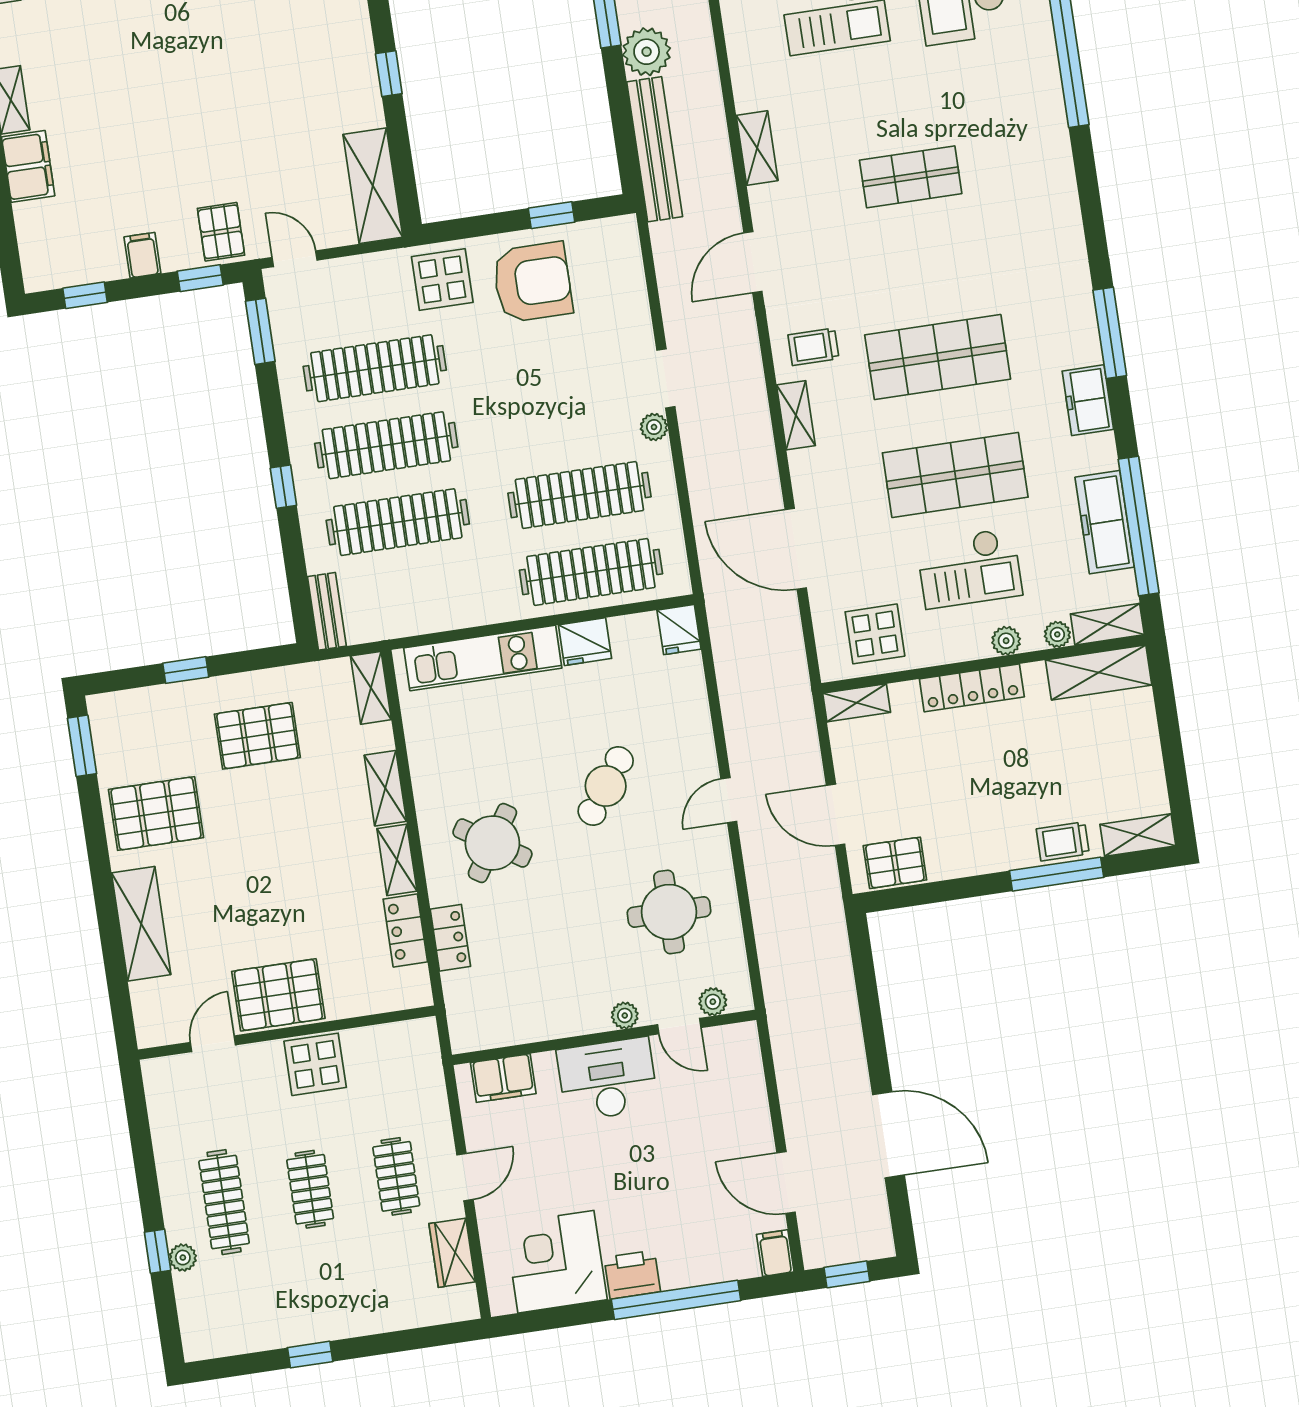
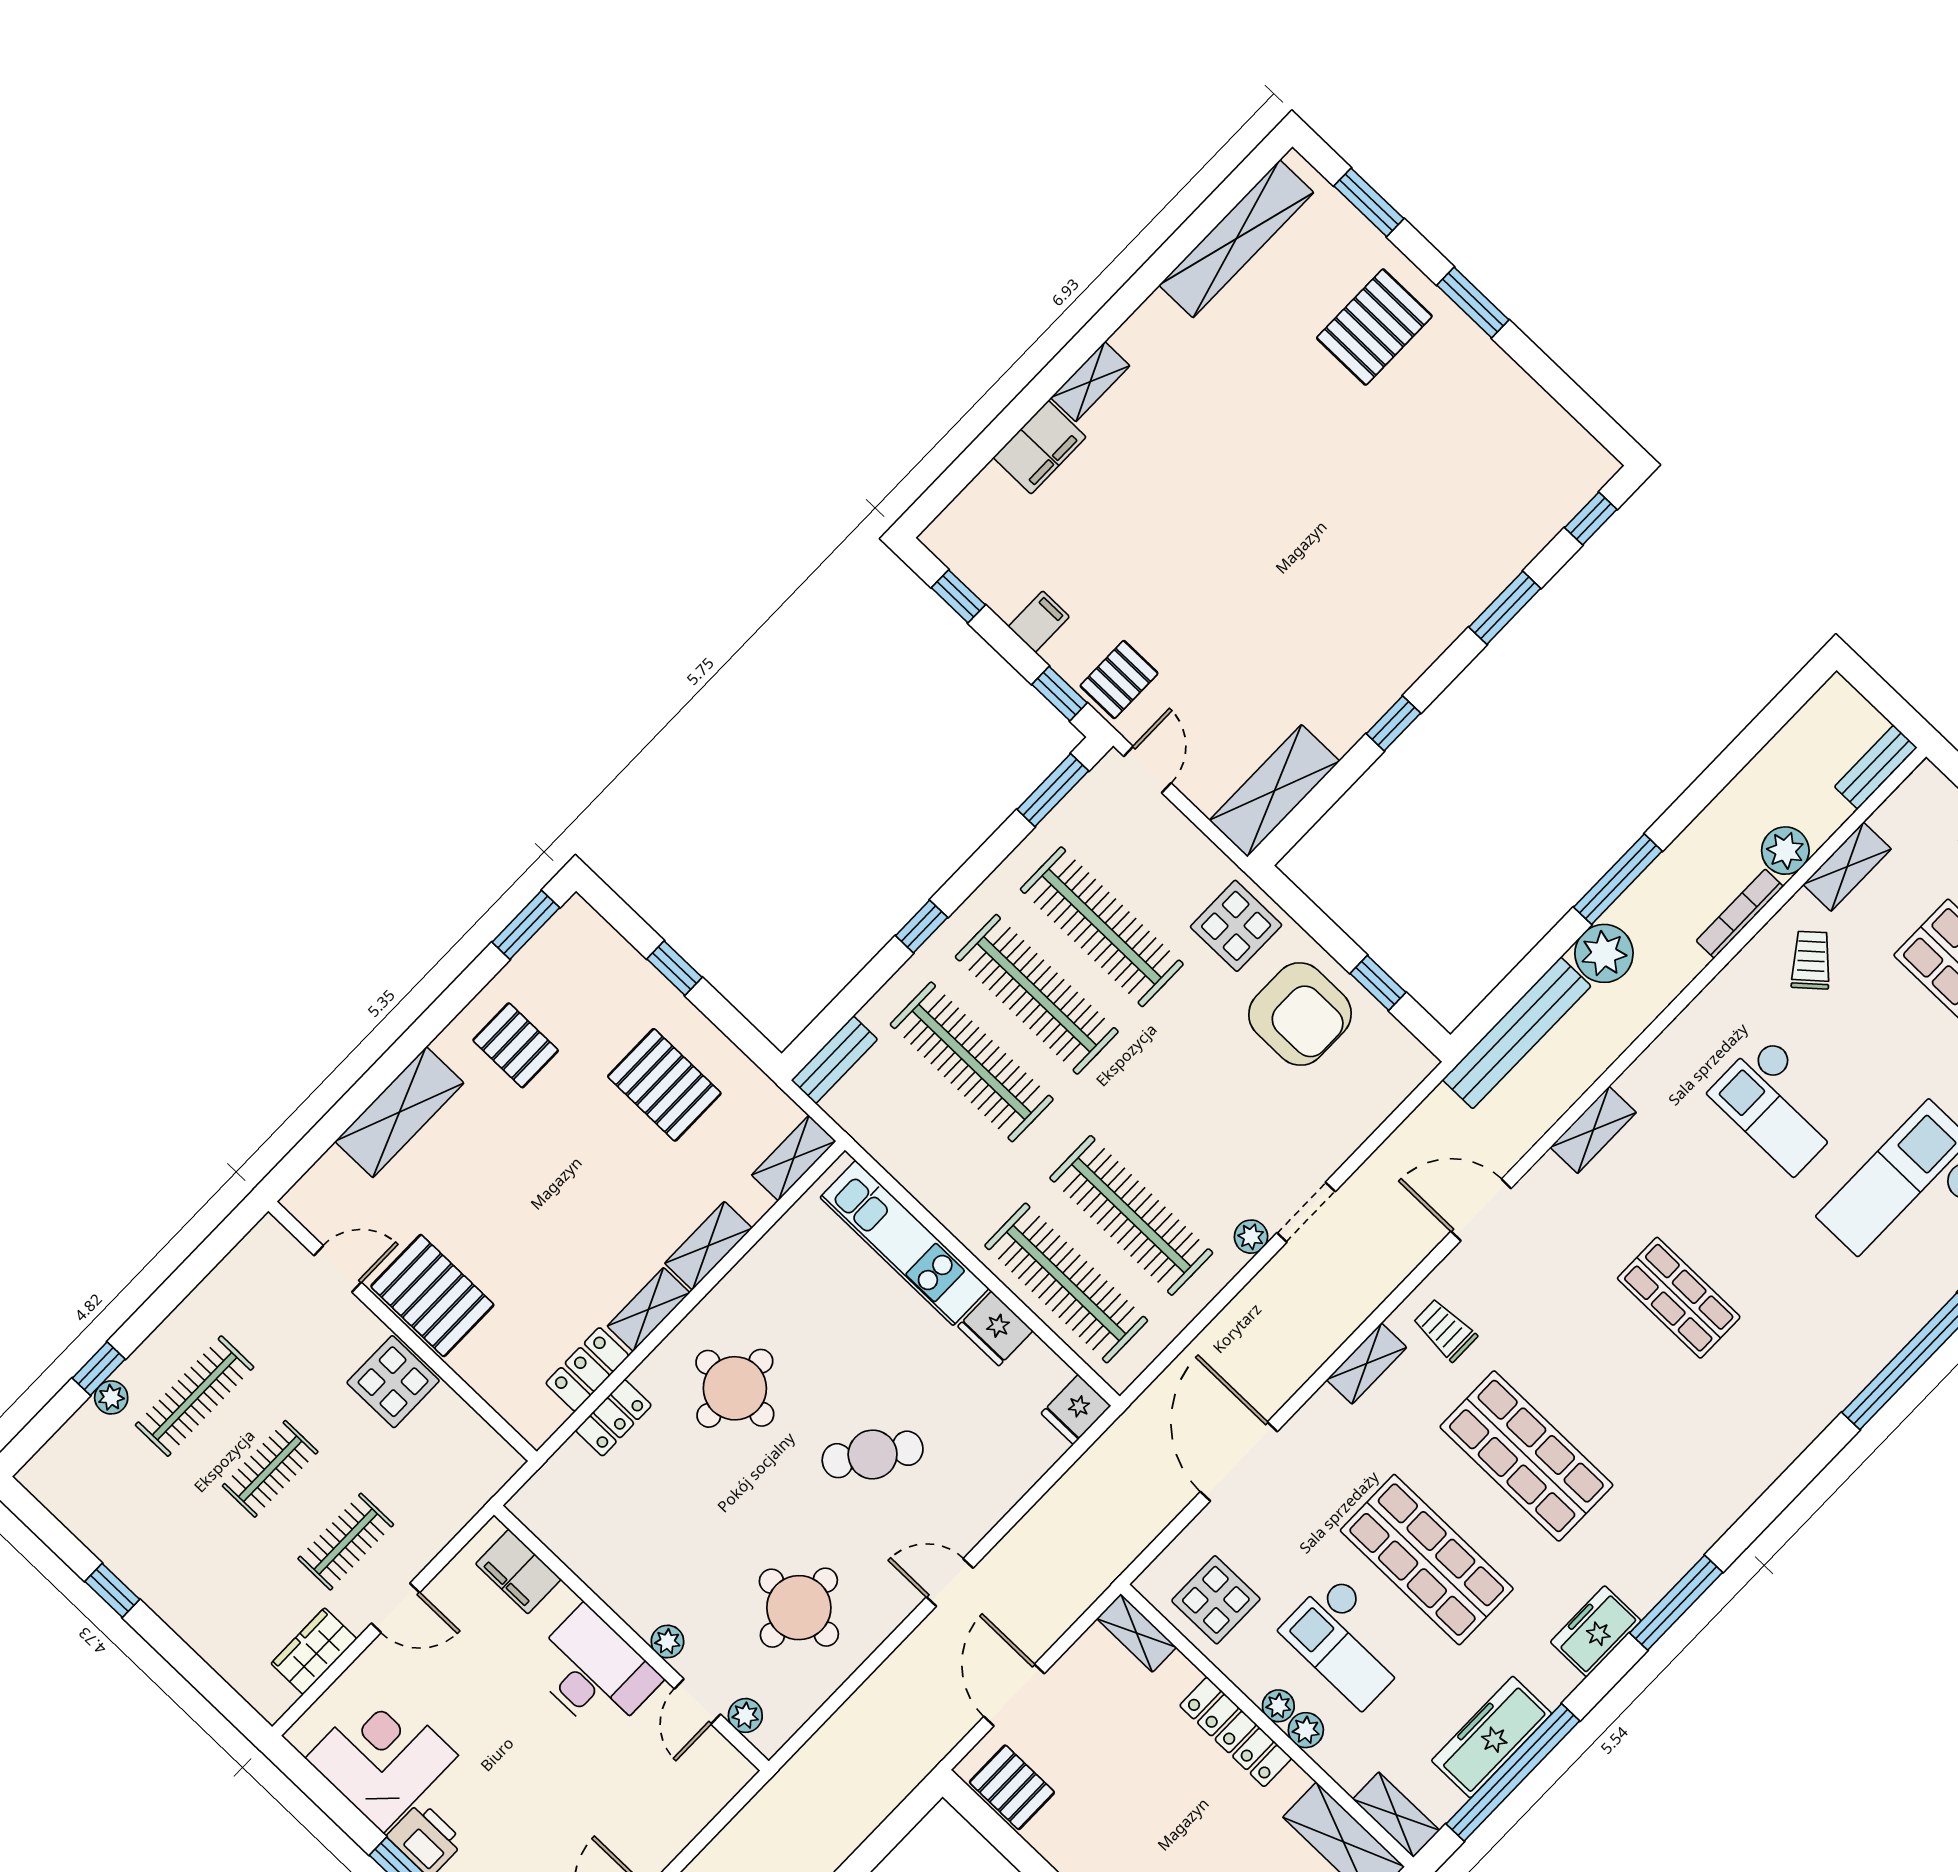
plant: (1057, 634) -> (1278, 1706), moved
pallet: (156, 814) -> (516, 1045), width x0.67, depth x0.71
round table: (492, 843) -> (735, 1388), turned -33

